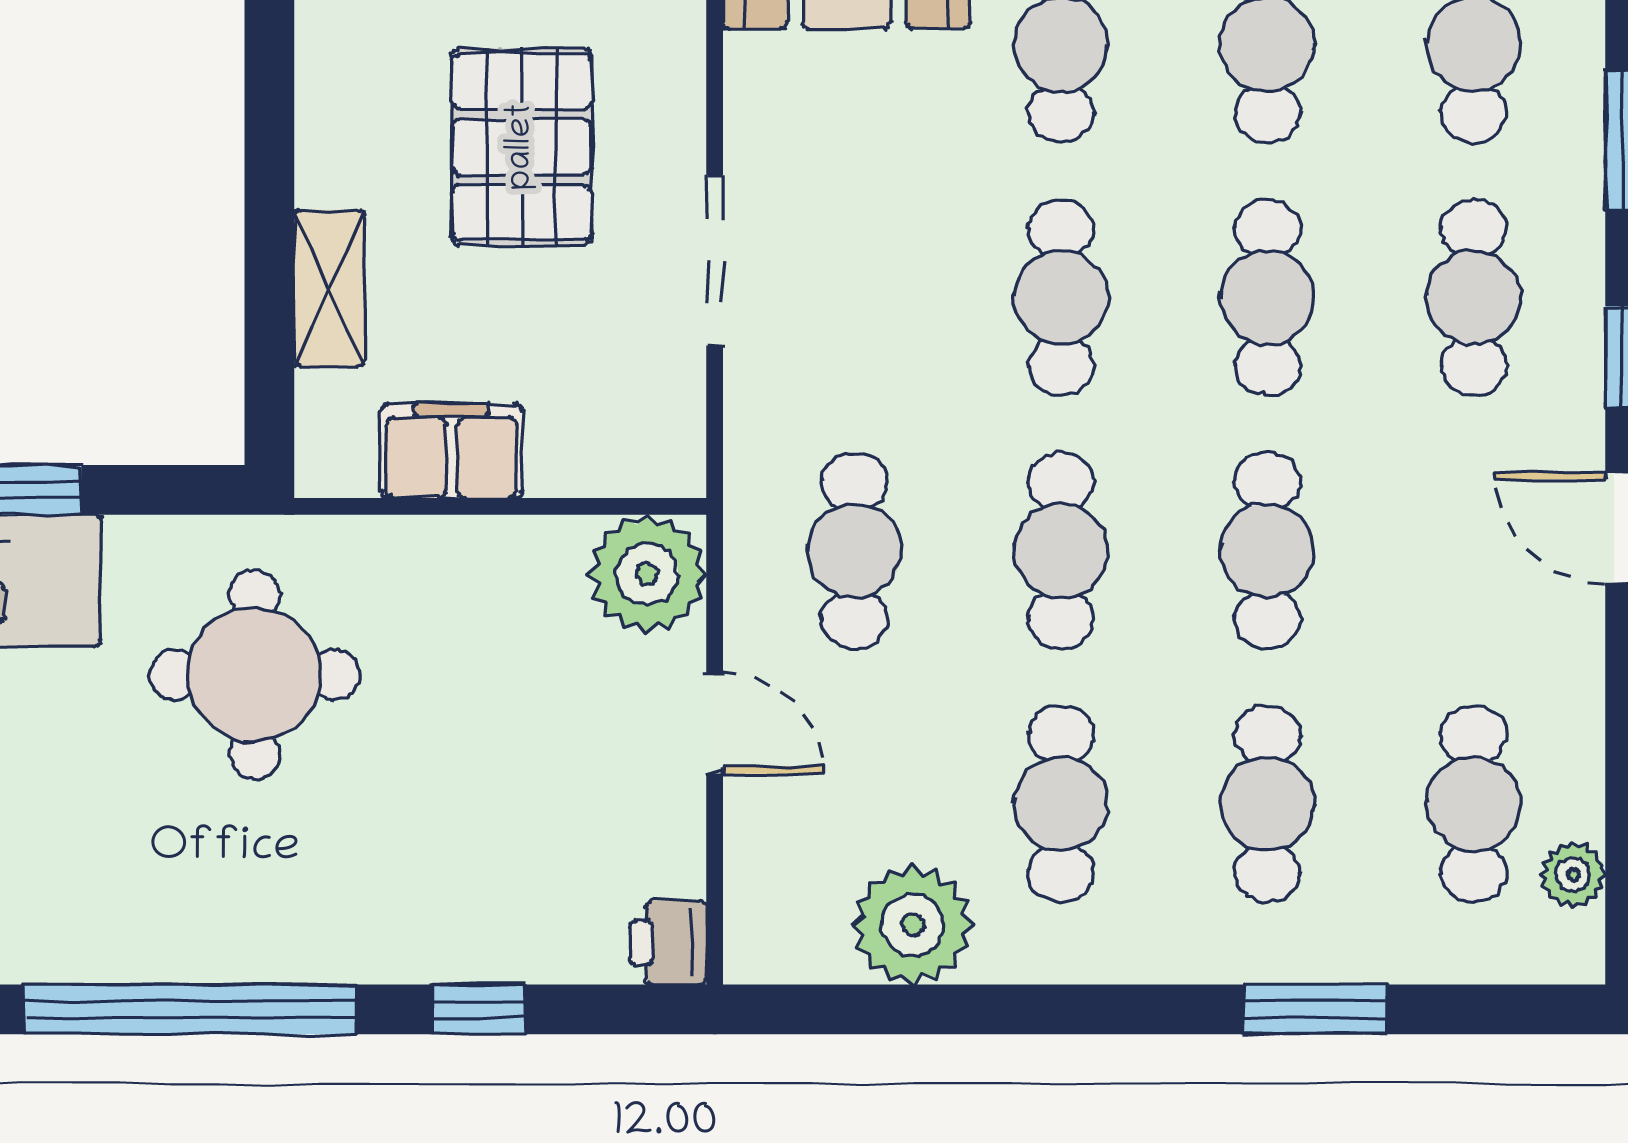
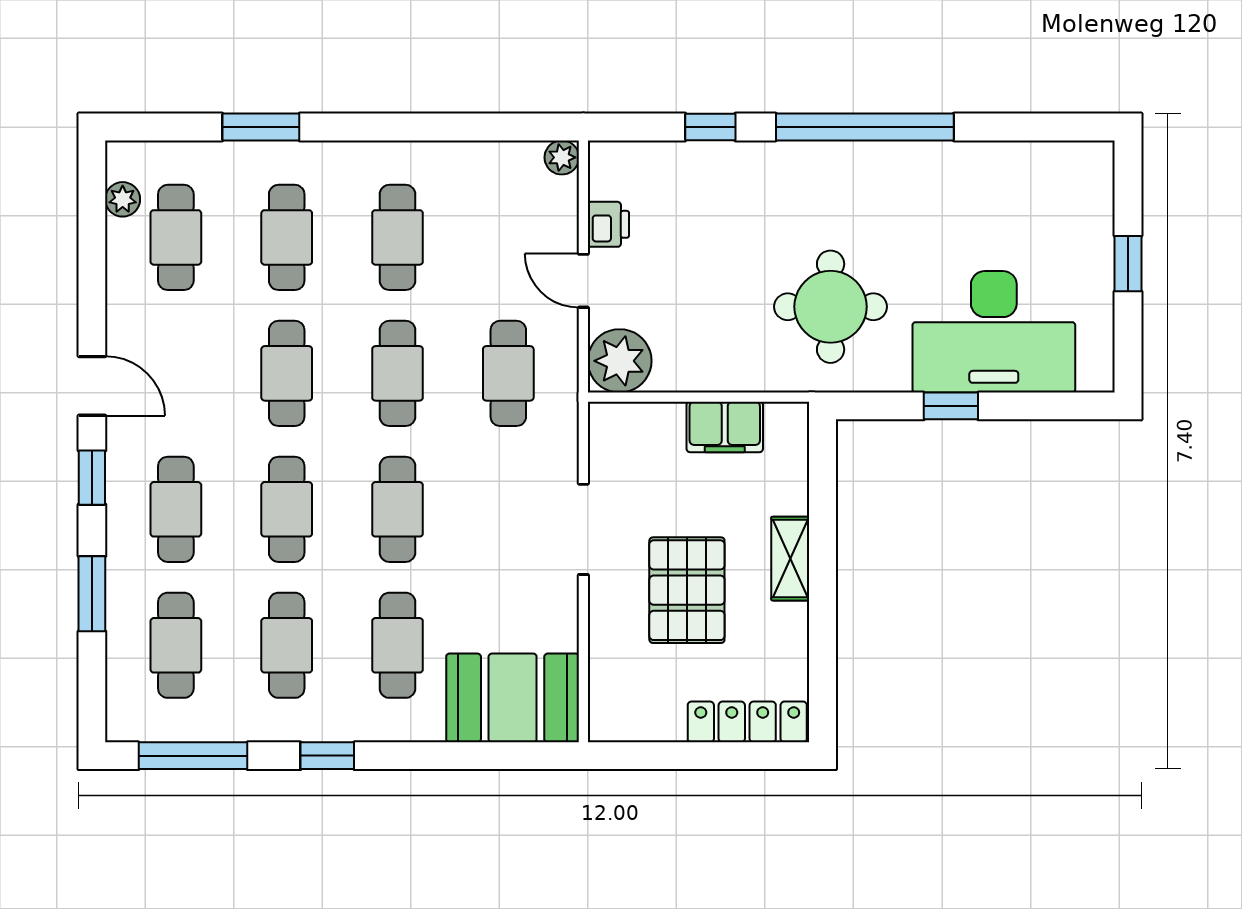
shelving: (329, 288) -> (790, 559), moved
plant: (913, 925) -> (562, 157), moved, width x0.53, depth x0.53
printer: (668, 943) -> (608, 224), moved

